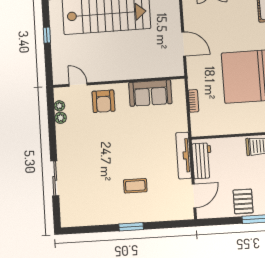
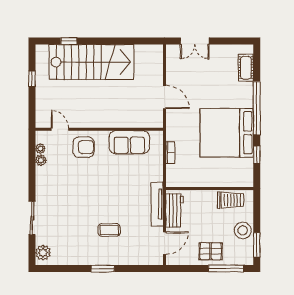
armchair: (103, 101) -> (83, 147), turned -90
pallet: (243, 201) -> (211, 251), turned 90
plant: (68, 214) -> (43, 253), added

